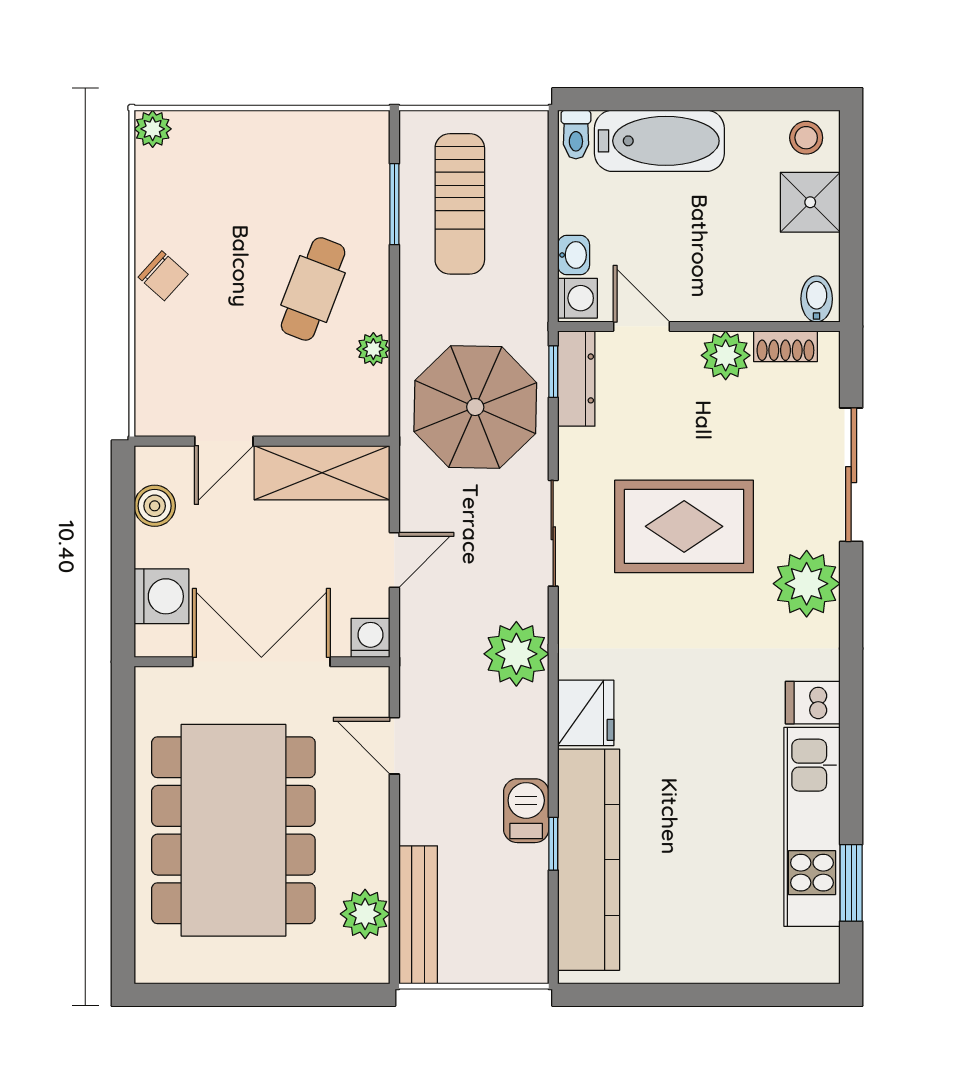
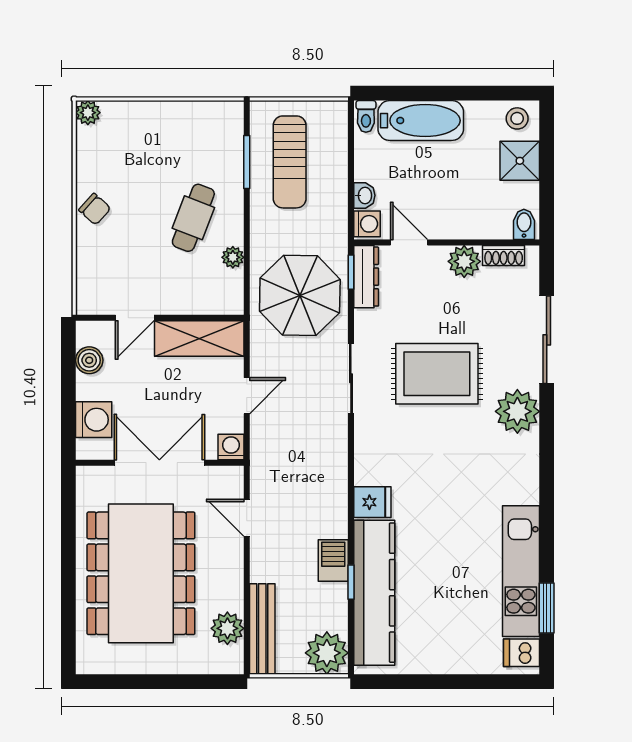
plant: (516, 654) -> (327, 653), moved
dishwasher: (813, 703) -> (521, 653), moved
fridge: (586, 713) -> (372, 502), width x0.72

